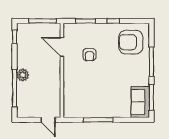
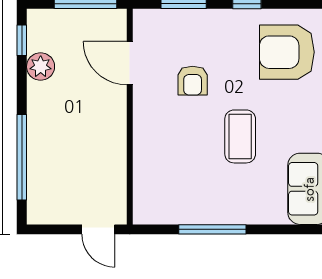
plant: (23, 75) -> (41, 67), moved
coffee table: (110, 79) -> (240, 136), added

